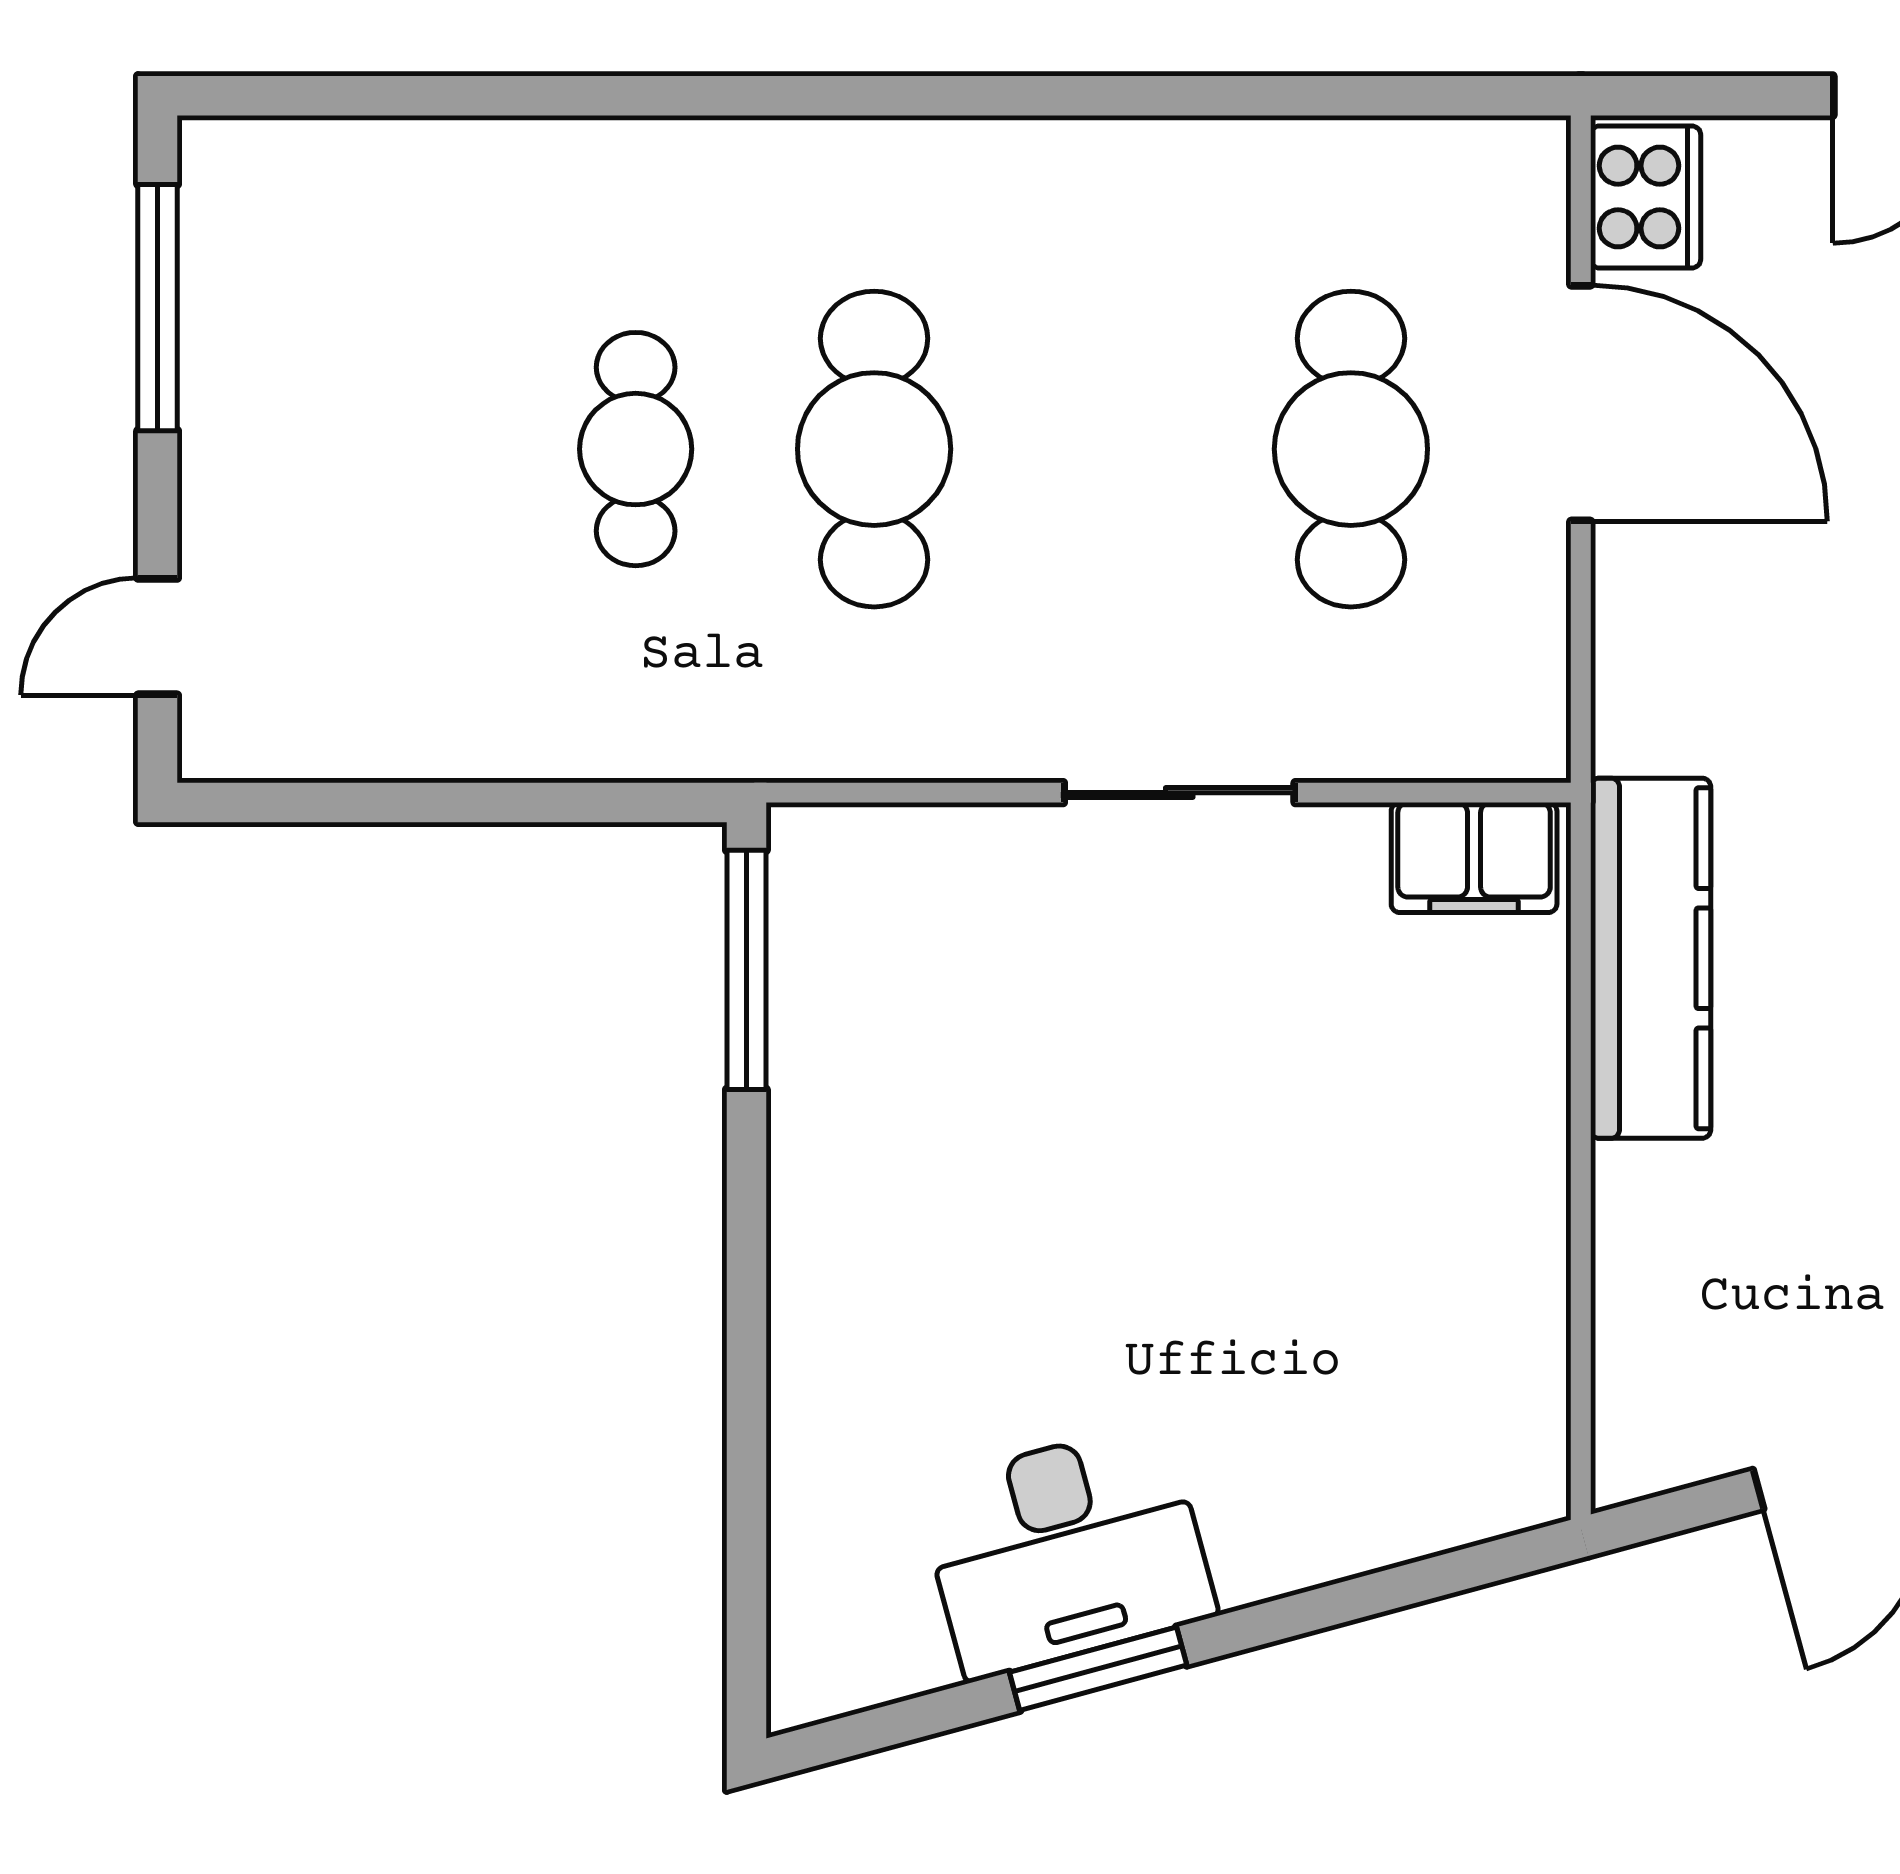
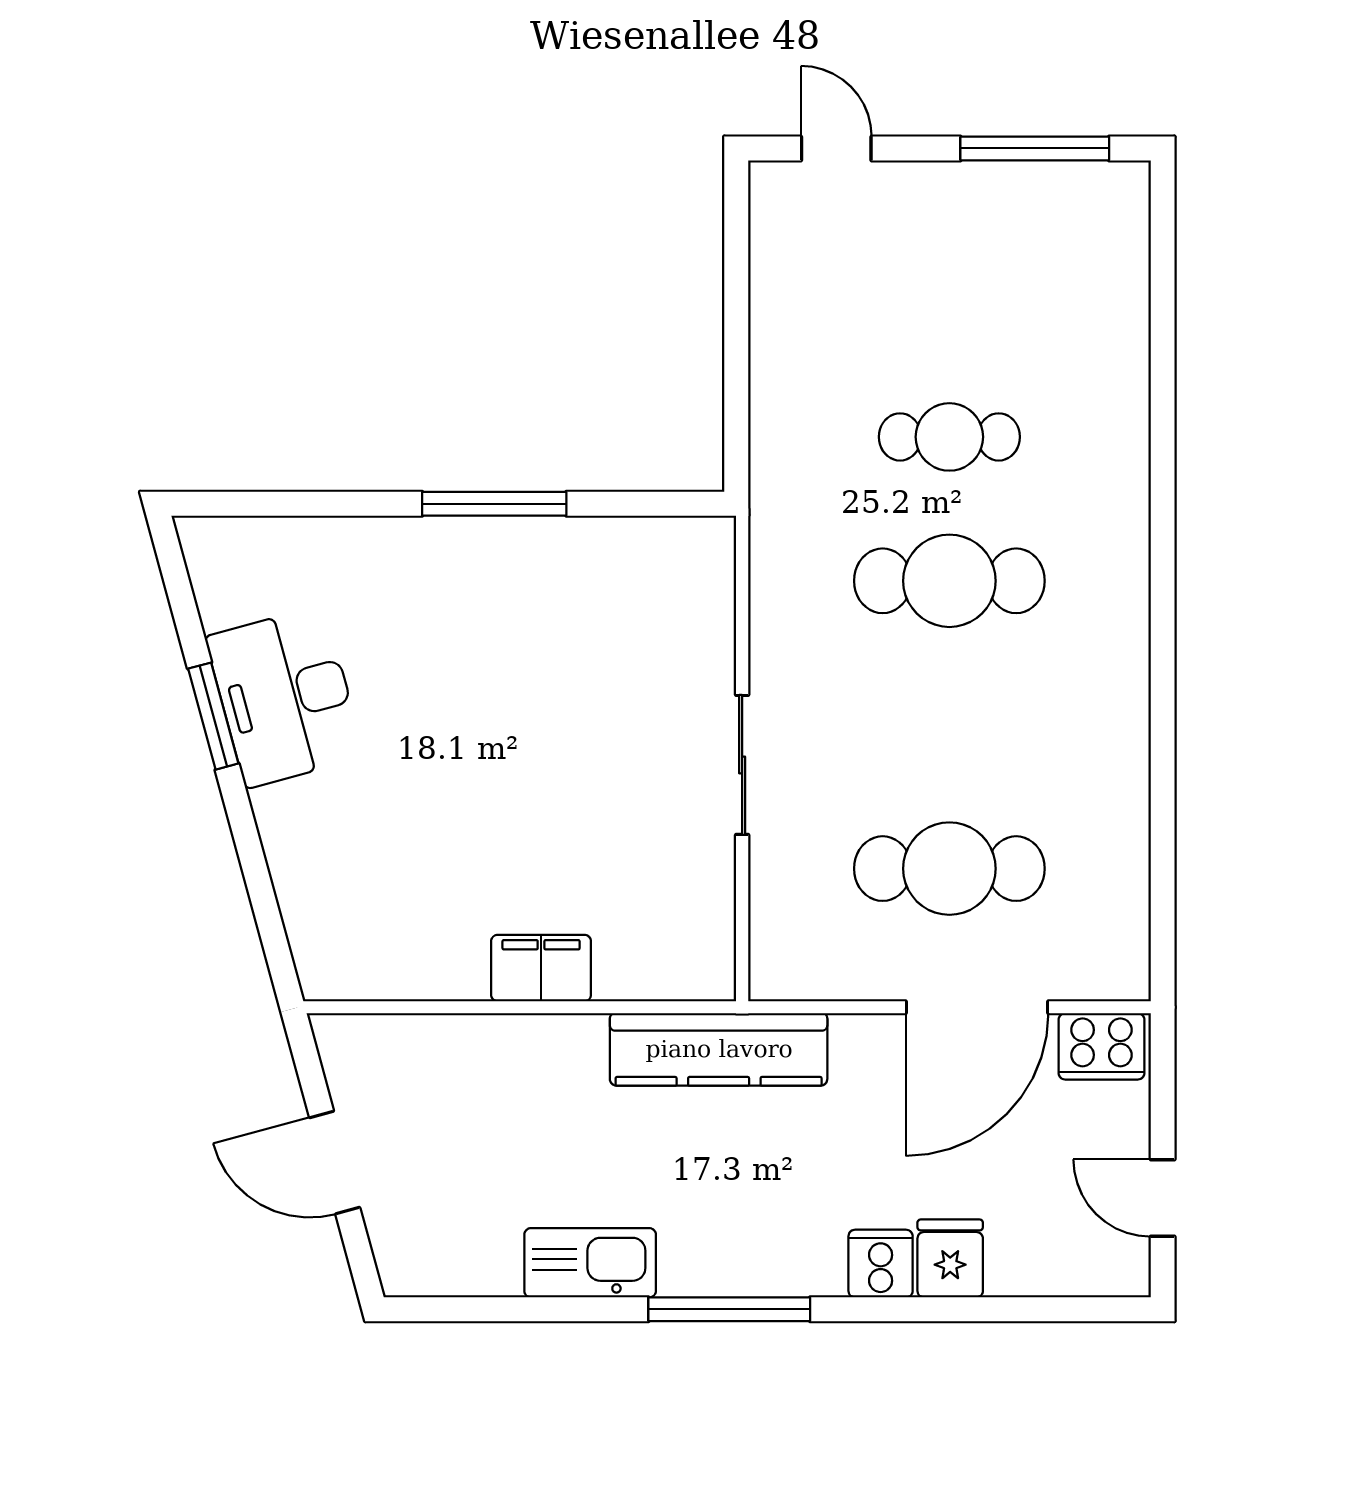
filing cabinet: (1474, 858) -> (541, 968), moved, turned 90
kitchen counter: (1651, 958) -> (719, 1049), moved
window: (746, 970) -> (494, 504), moved

